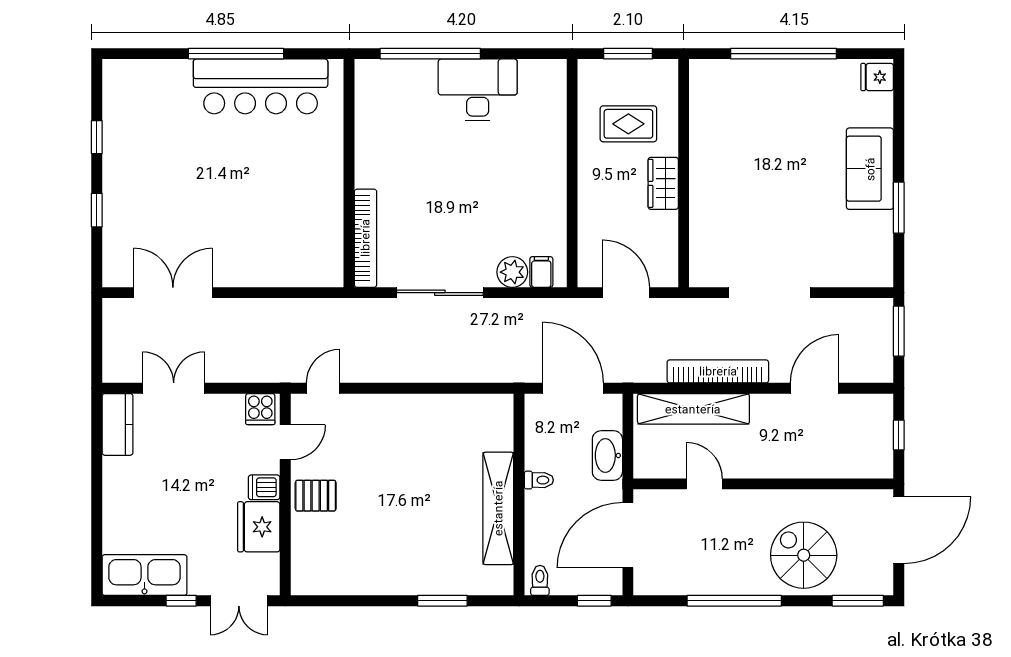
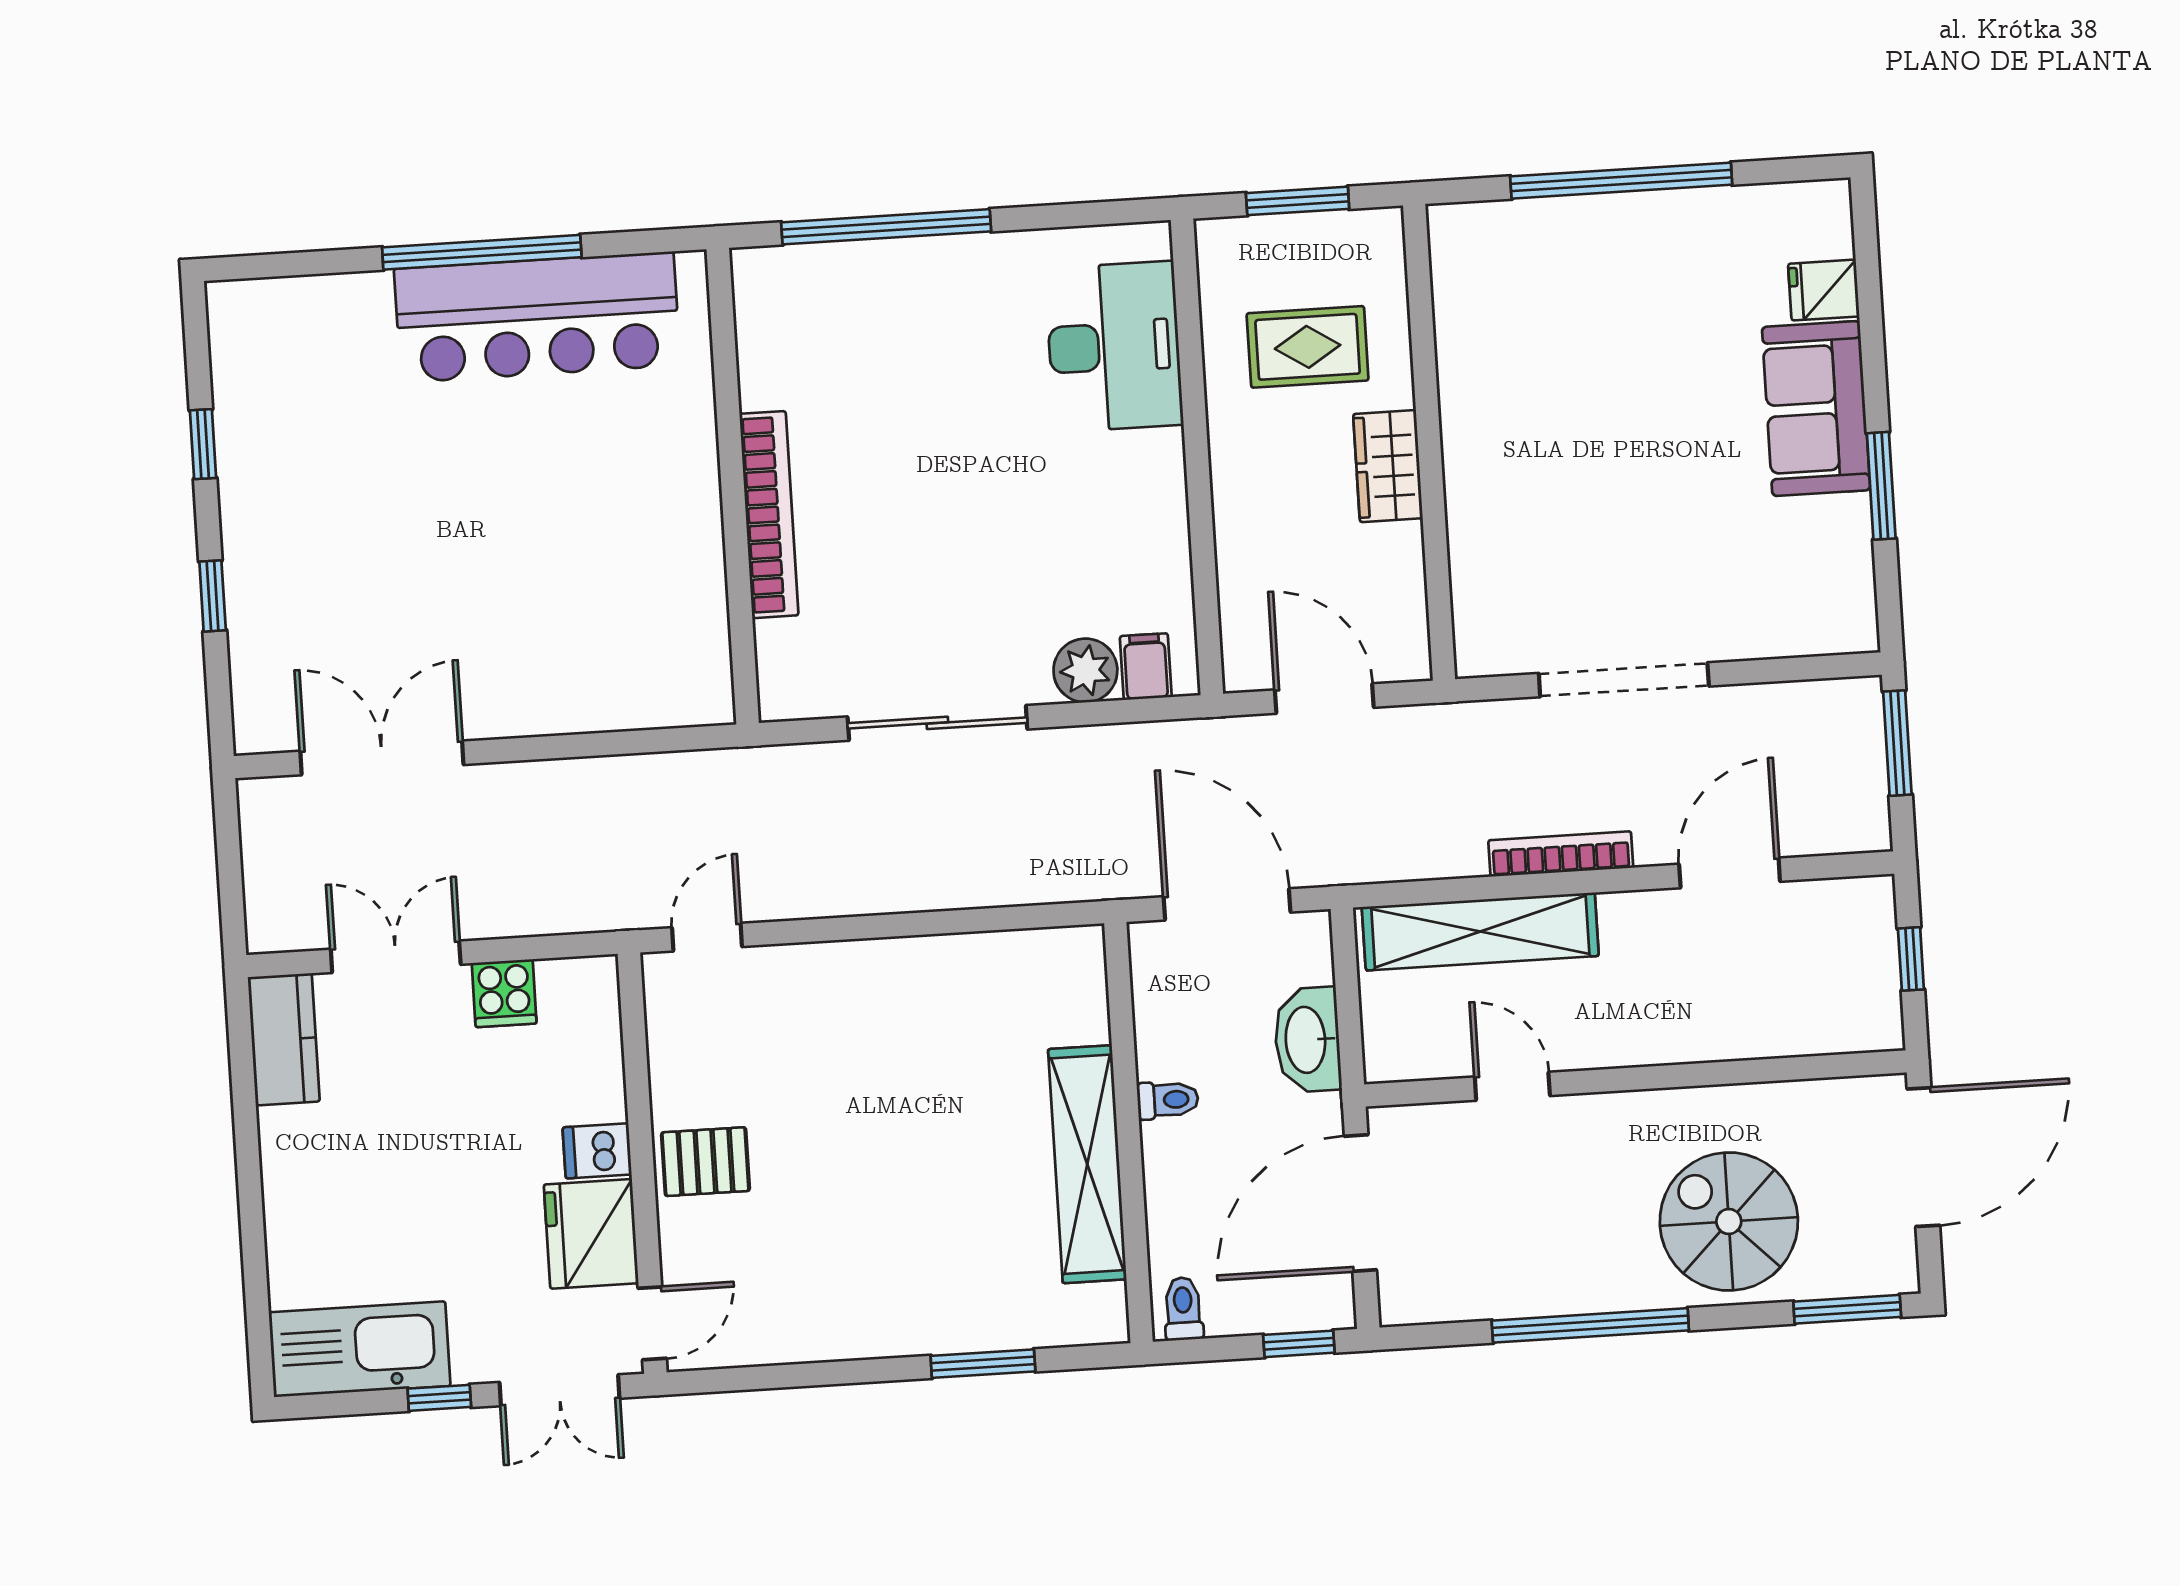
fridge: (877, 77) -> (1824, 290), moved
desk: (478, 90) -> (1114, 347), moved, turned 90
bookcase: (365, 238) -> (769, 515), moved
bookcase: (718, 371) -> (1561, 854), width x0.68, depth x0.76
cooker: (260, 409) -> (504, 993), moved
door: (285, 442) -> (652, 1323), moved

